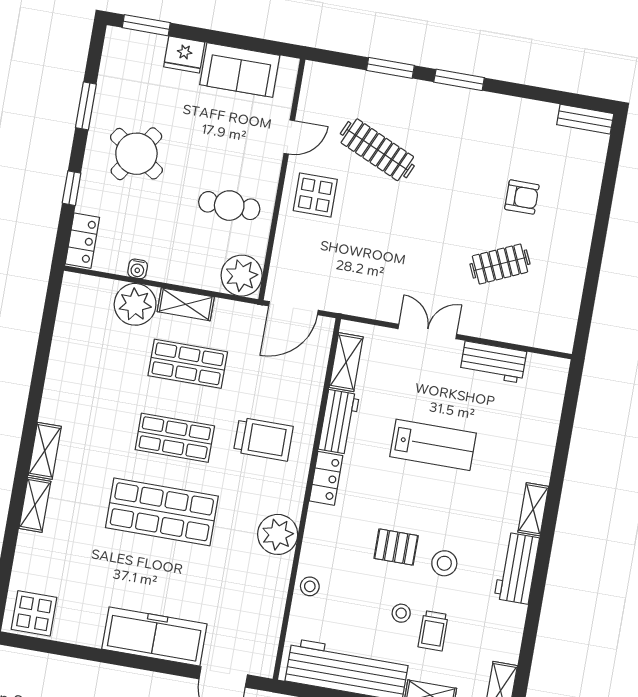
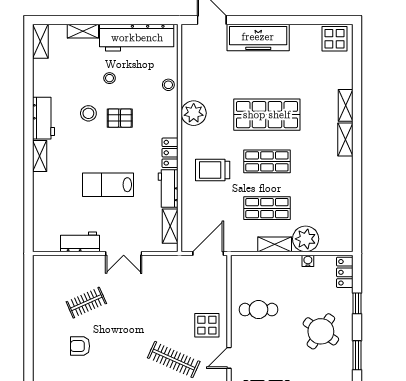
plant: (242, 276) -> (243, 268), removed
trolley: (433, 631) -> (88, 71), removed

